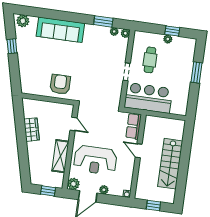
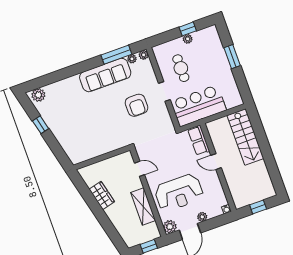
window: (103, 21) -> (116, 55), width x1.44
sofa: (60, 30) -> (105, 75), moved
armchair: (60, 84) -> (137, 105), moved, turned 180
stairs: (170, 164) -> (245, 137), moved

